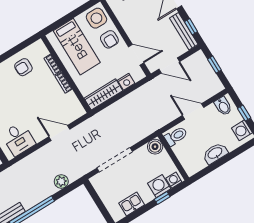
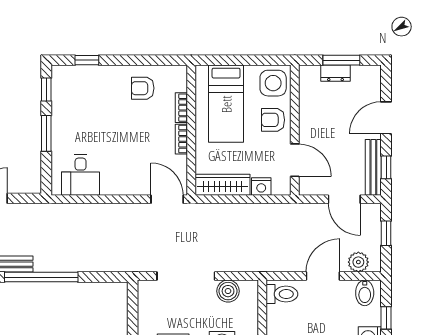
armchair: (109, 39) -> (273, 120), turned 90
door: (169, 65) -> (344, 199), moved
door: (193, 111) -> (323, 276), hinge flipped
door: (59, 133) -> (167, 199), moved
boiler: (155, 147) -> (228, 291), moved
plant: (61, 181) -> (358, 262), moved

